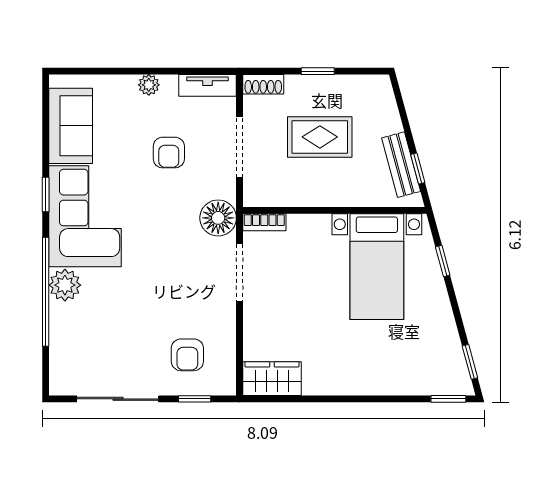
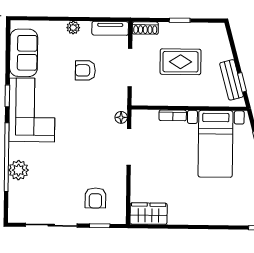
armchair: (169, 153) -> (85, 70), turned 90
floor lamp: (218, 218) -> (121, 117), width x0.53, depth x0.53
bookcase: (264, 222) -> (173, 115), moved
plant: (65, 285) -> (19, 170), moved

